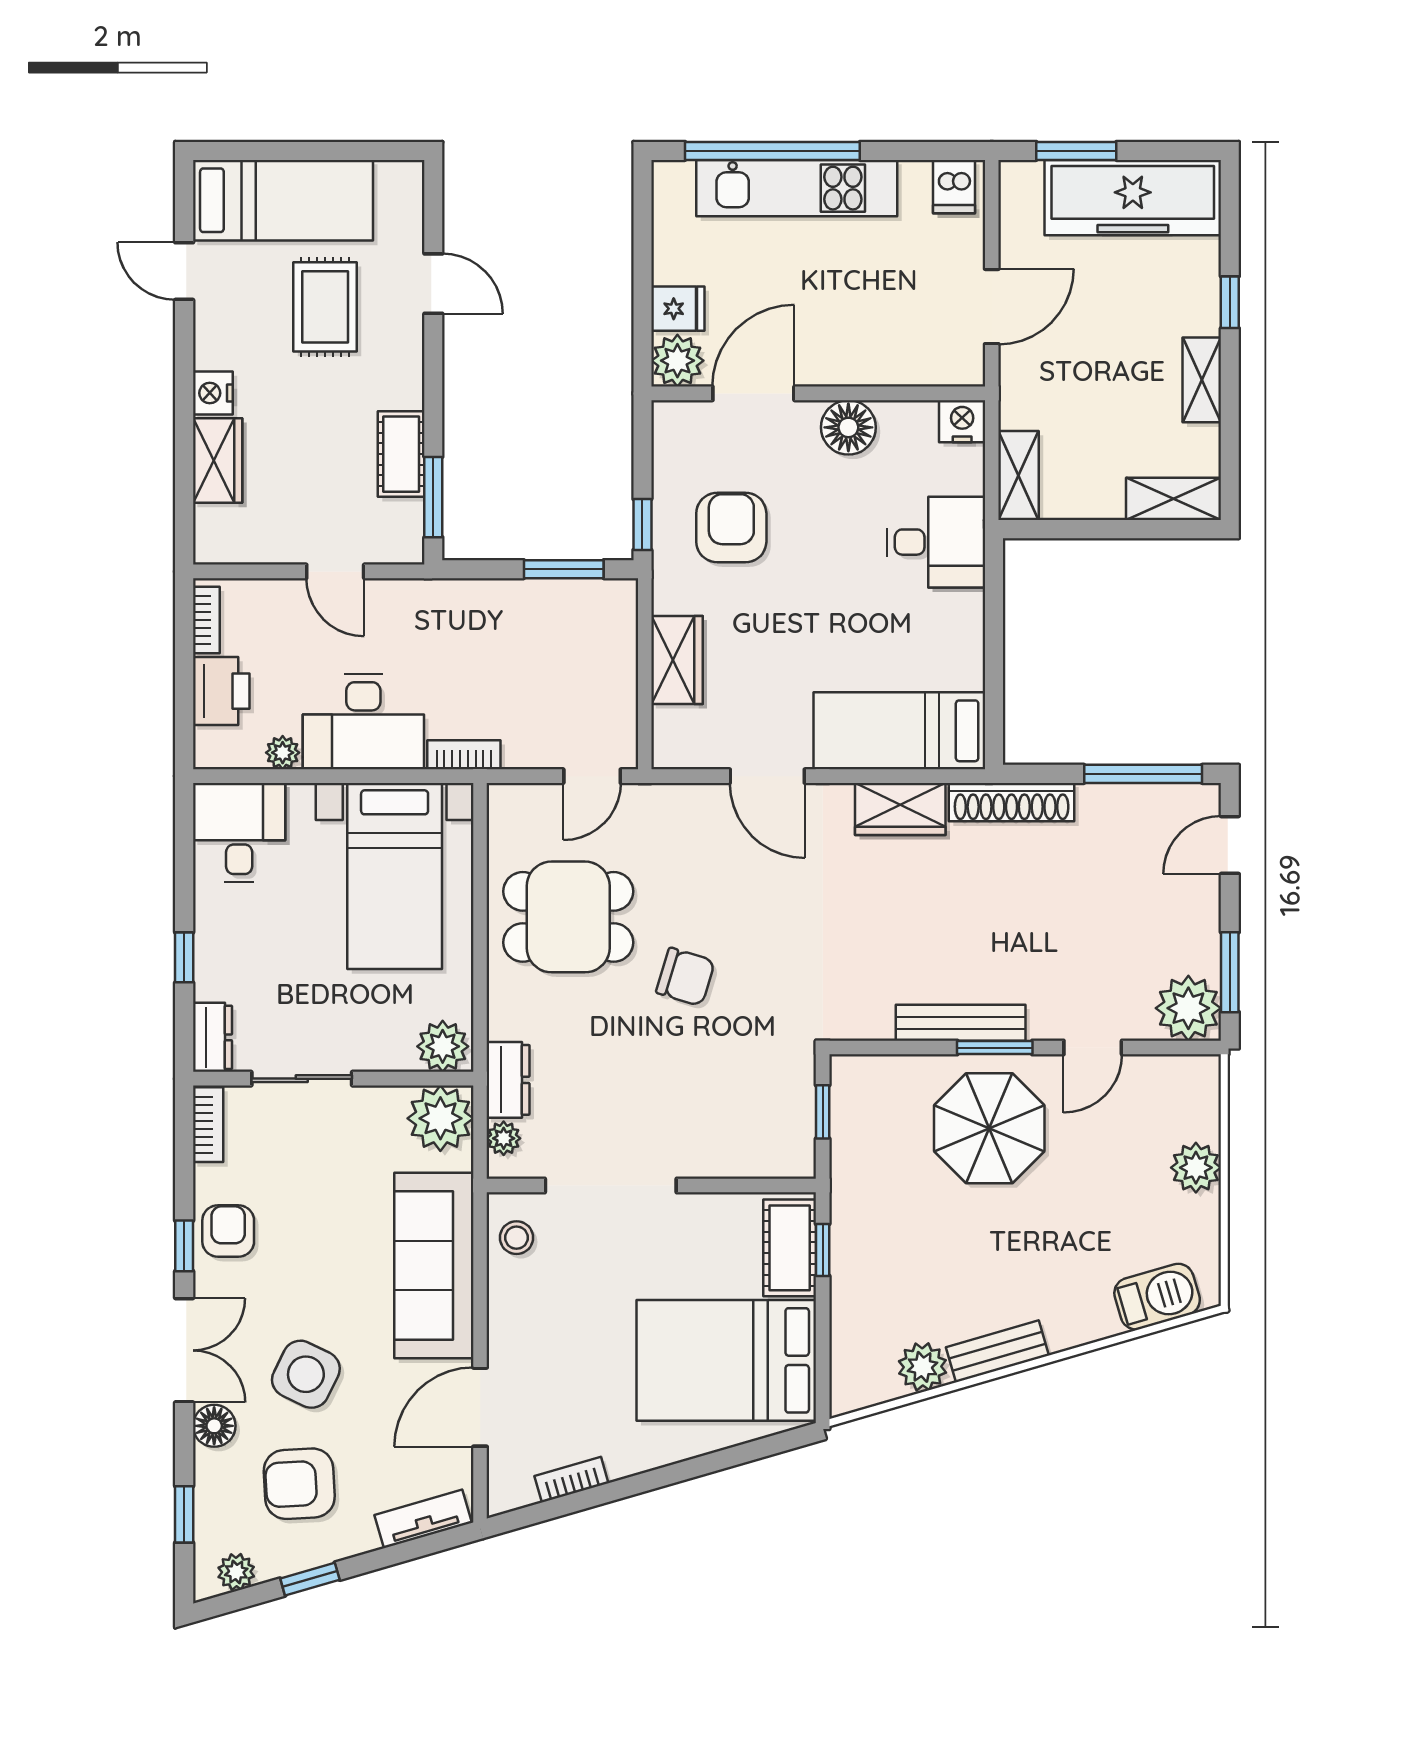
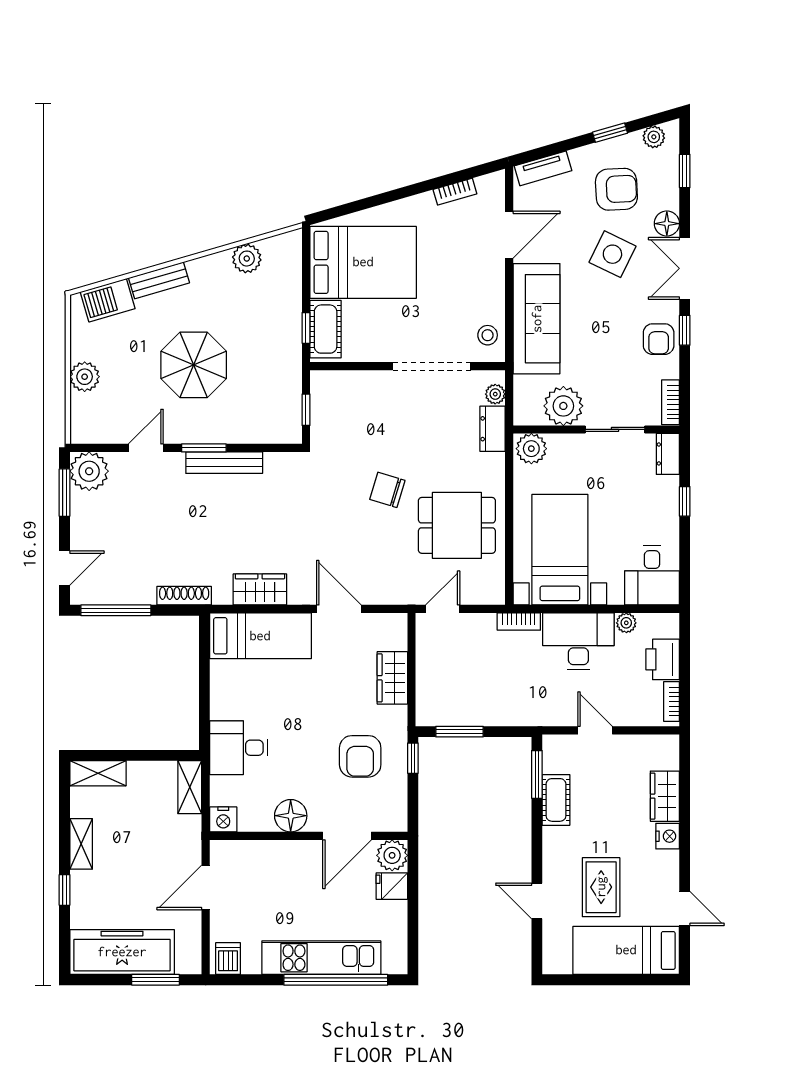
shoe rack: (1012, 802) -> (184, 596), width x0.74, depth x0.81
plant: (440, 1118) -> (563, 406), moved
parasol: (989, 1128) -> (194, 365), moved
bench: (997, 1351) -> (159, 280), moved

